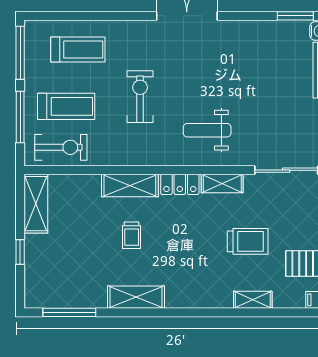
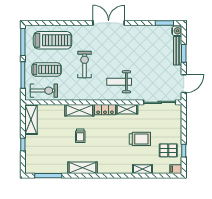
treadmill: (78, 50) -> (53, 40), width x1.37, depth x1.38

